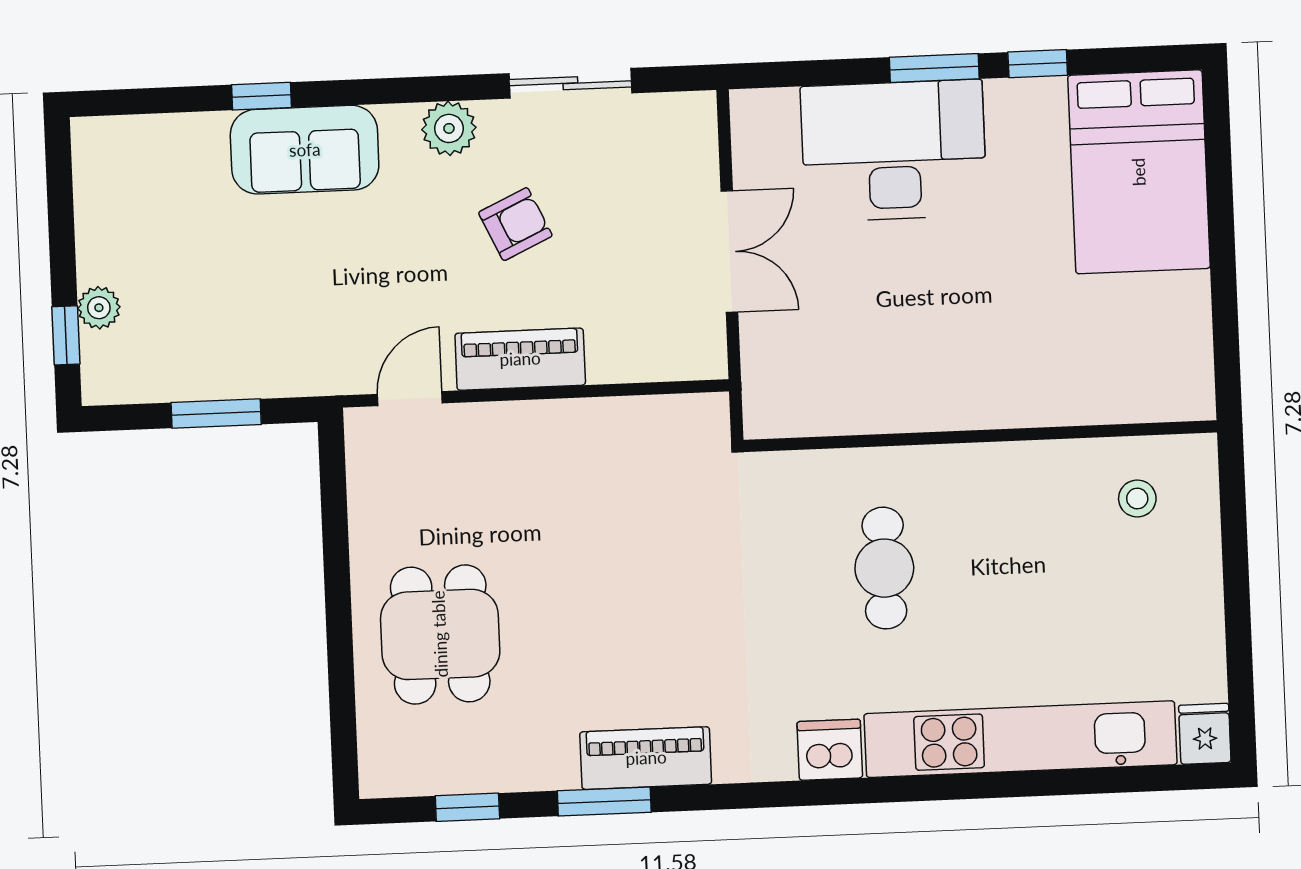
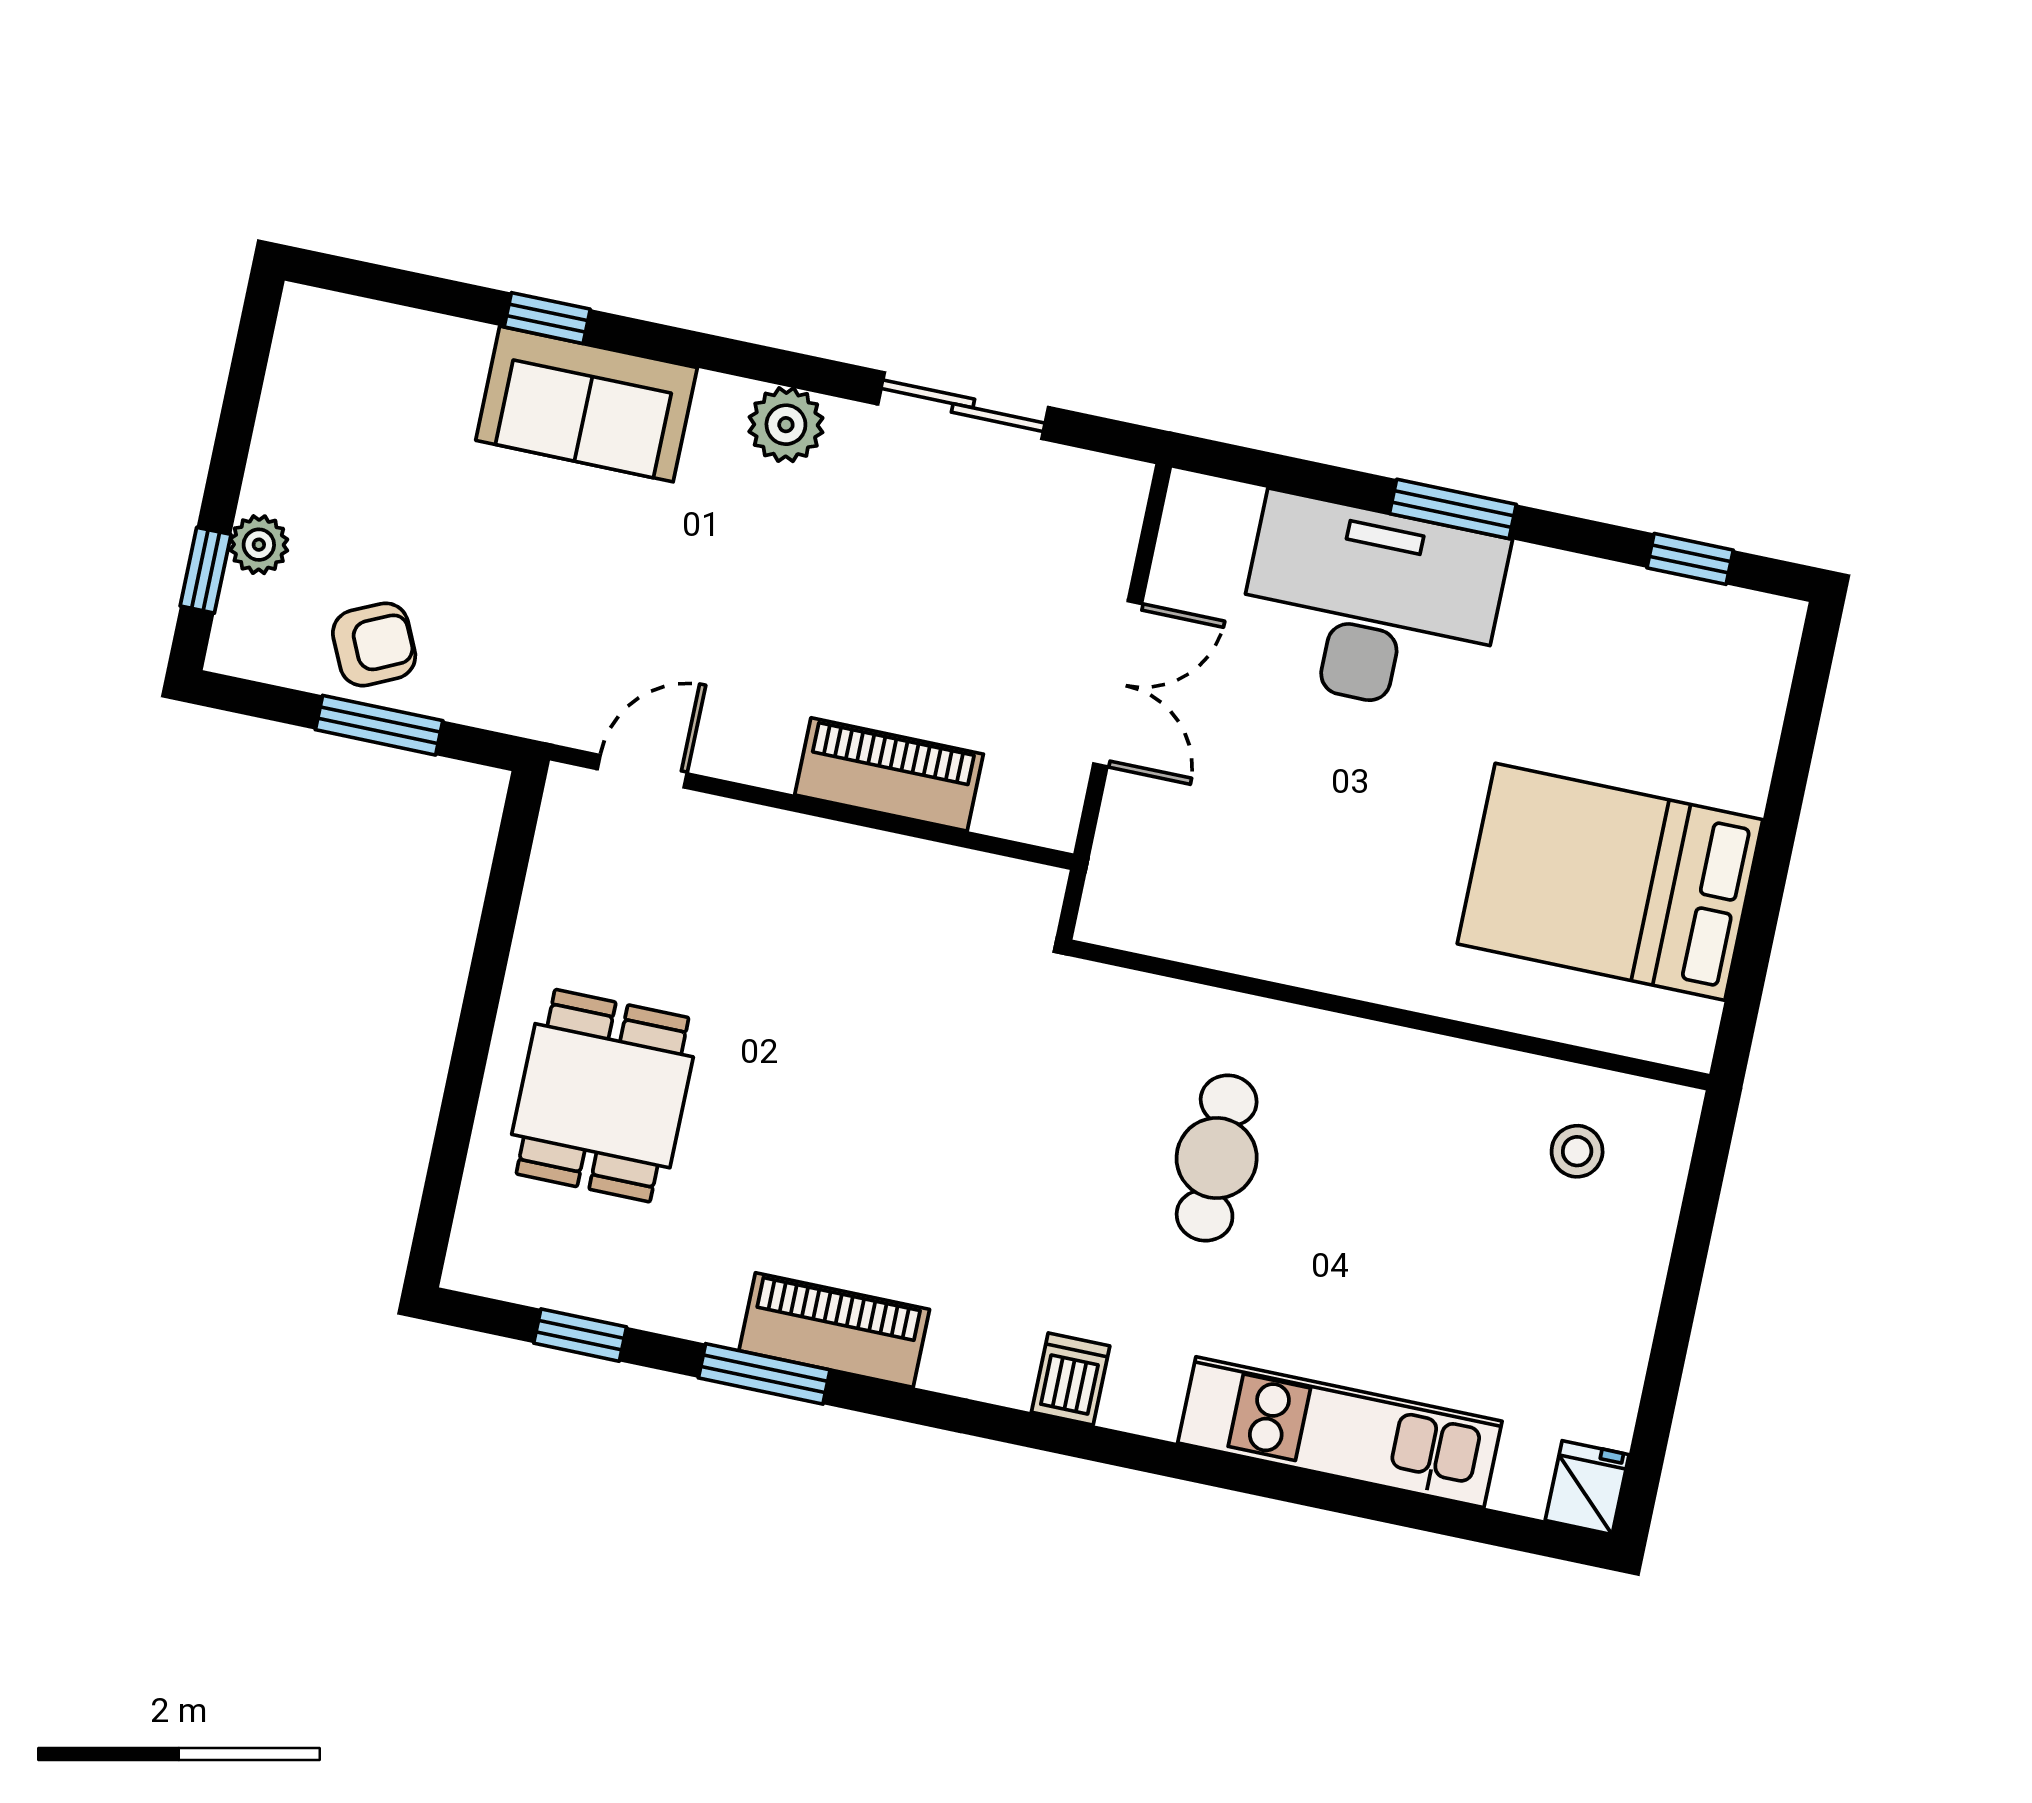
window: (1038, 64) -> (1690, 559), moved
bed: (1139, 172) -> (1610, 882), moved, turned 90
armchair: (515, 224) -> (374, 644), moved
piano: (520, 359) -> (889, 774), moved
kitchen unit: (1021, 739) -> (1340, 1432), width x0.73
dishwasher: (830, 750) -> (1071, 1379), width x0.73

